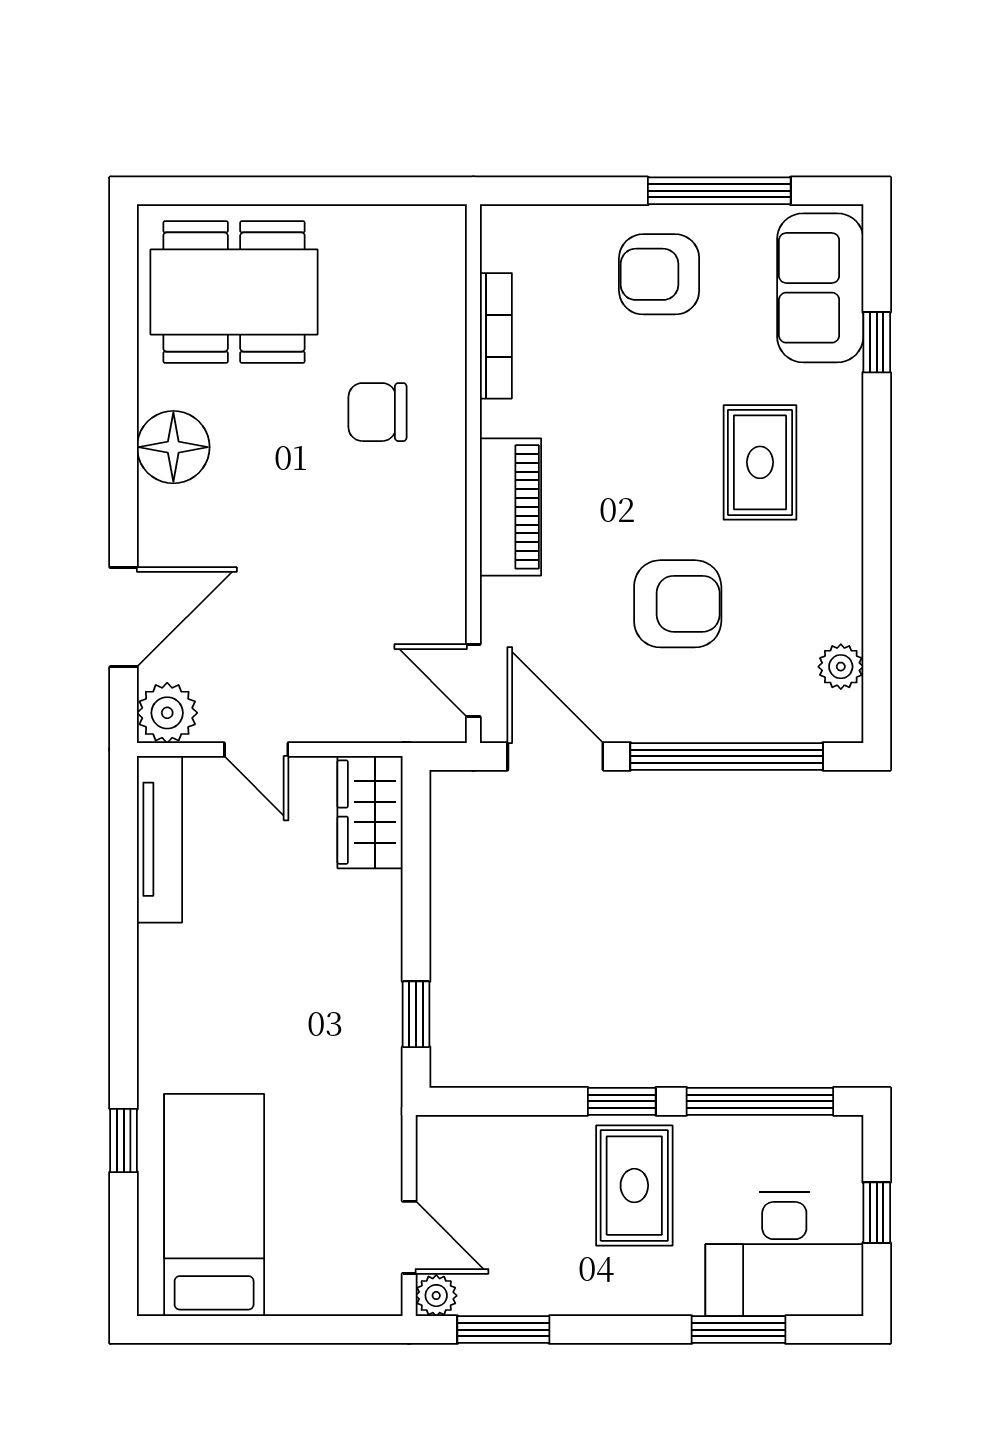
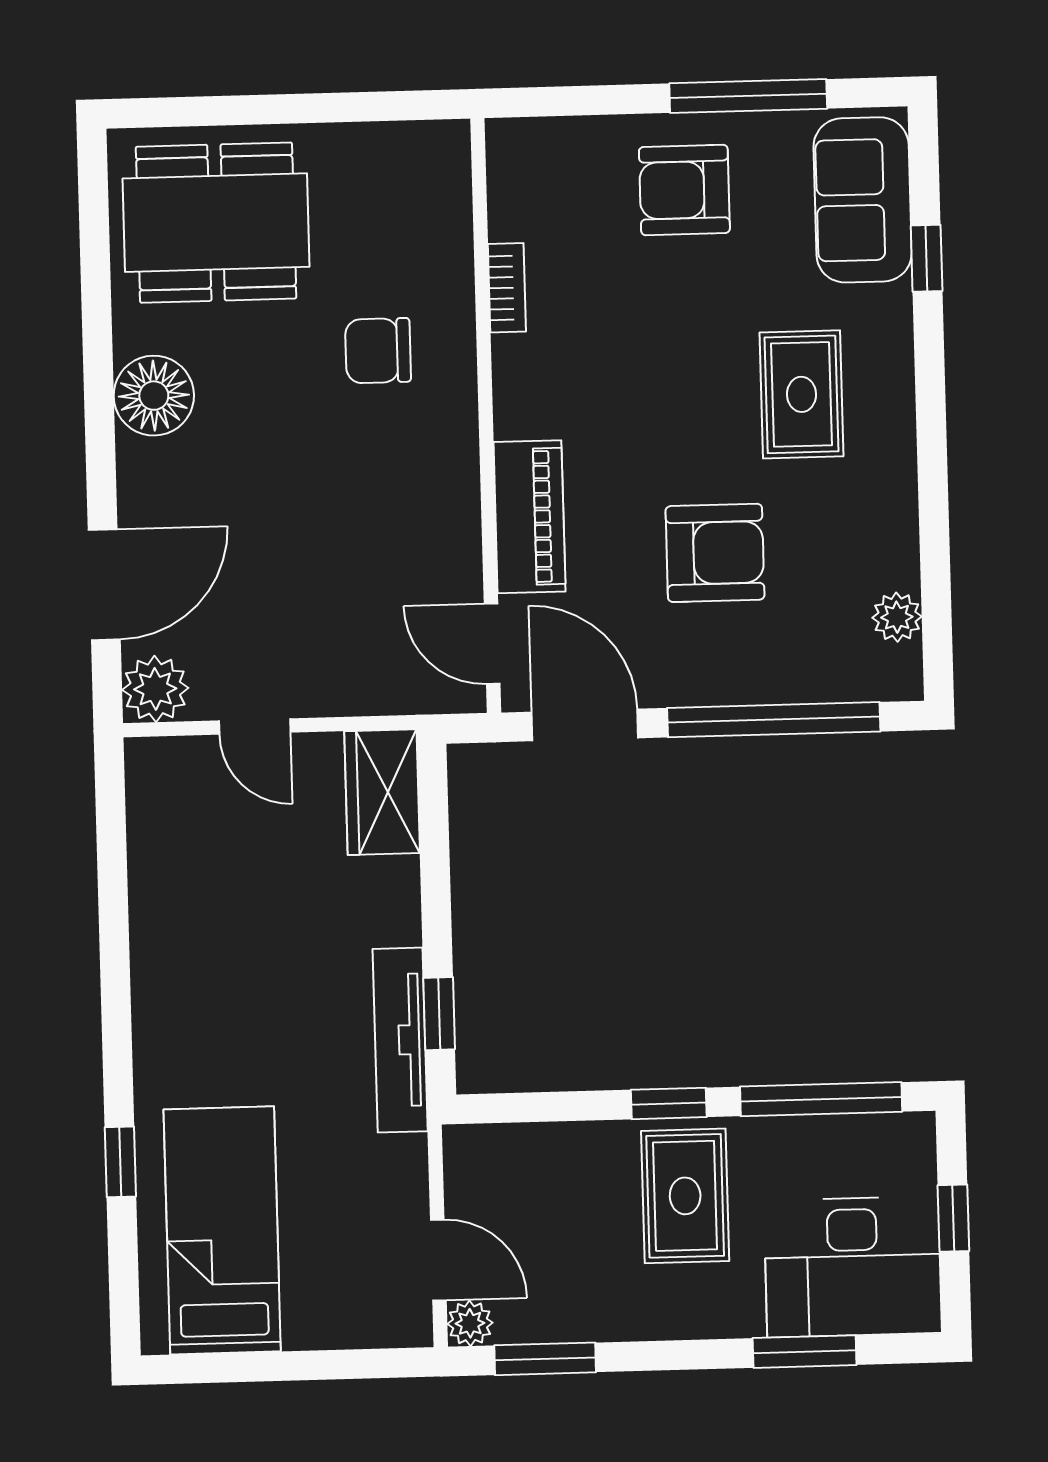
bookcase: (496, 336) -> (507, 288), width x0.64
piano: (511, 507) -> (529, 517), moved
tv unit: (160, 839) -> (400, 1040), moved, turned 180

